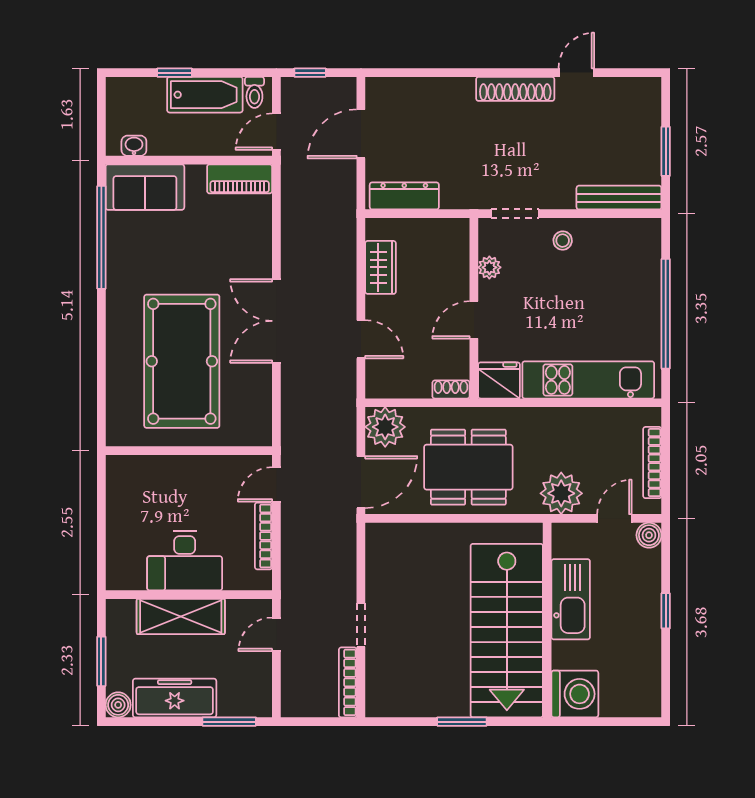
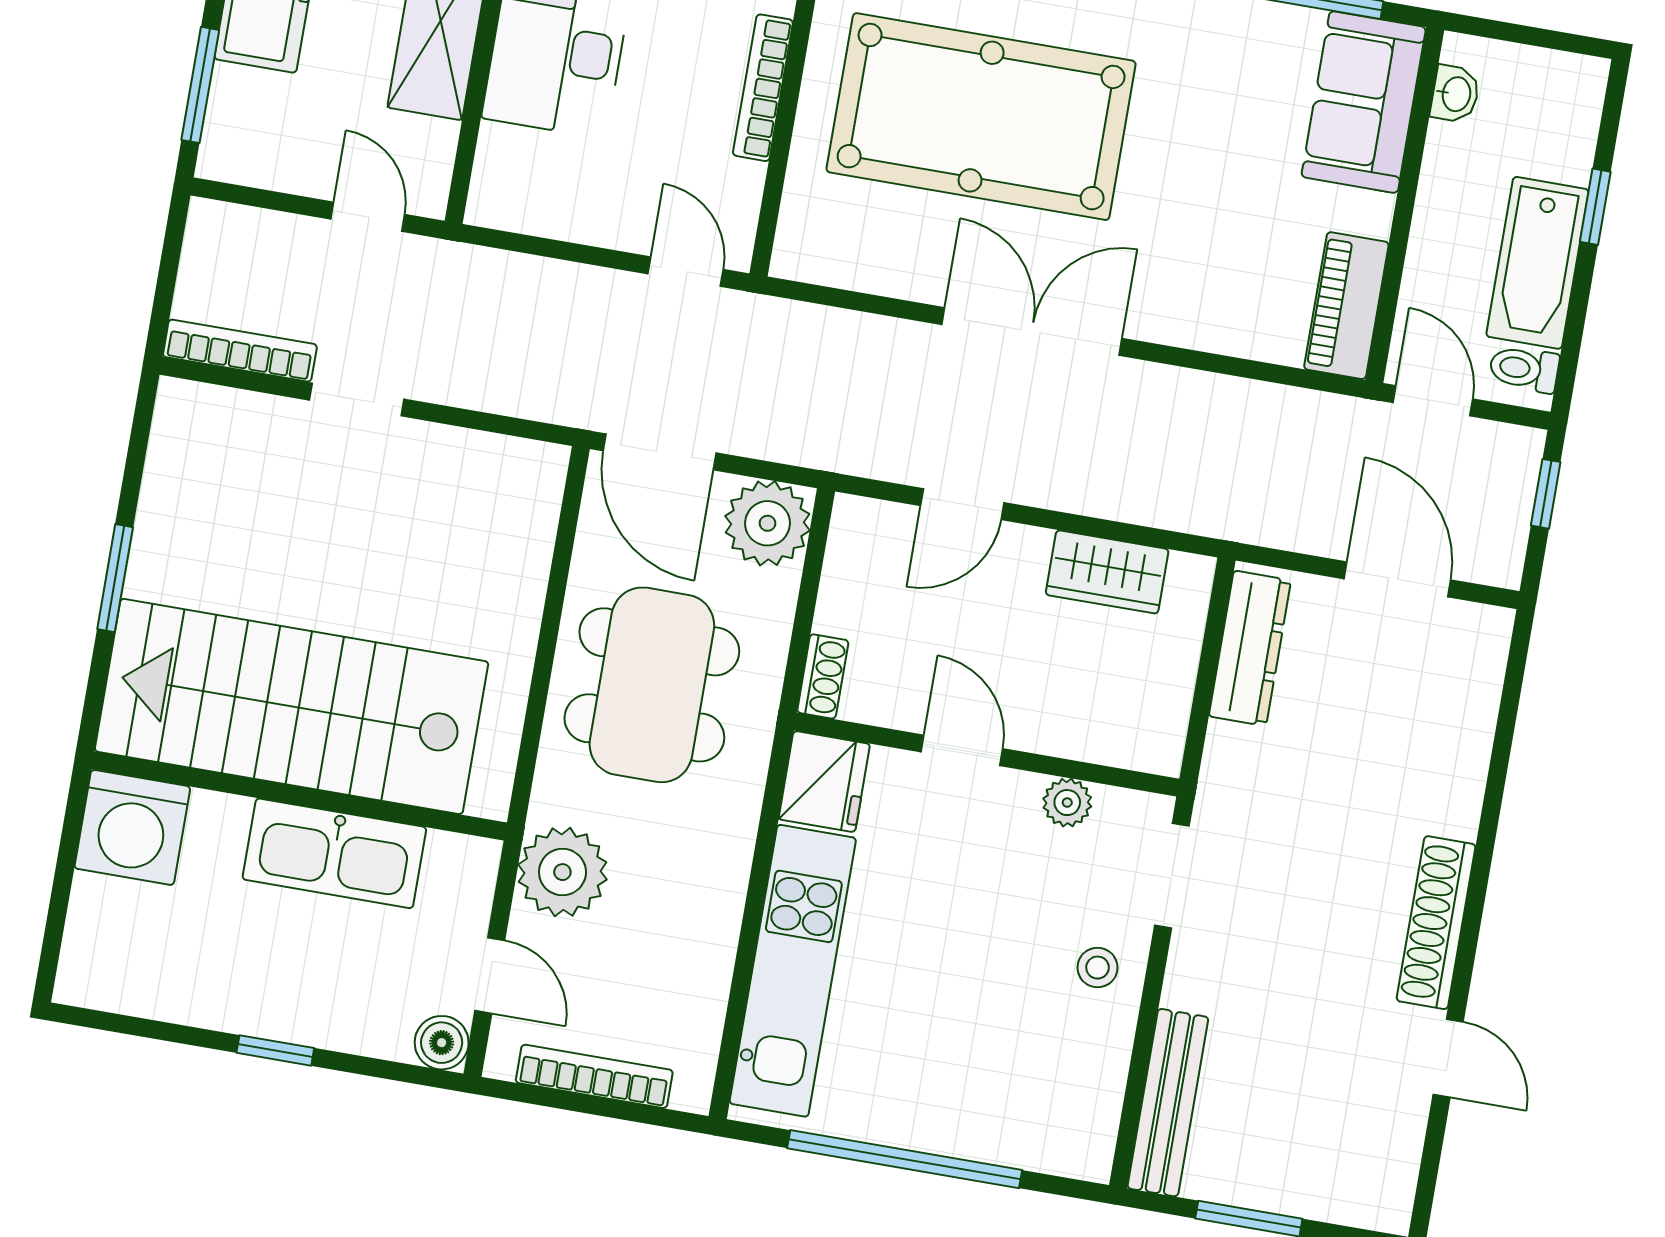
bookcase: (264, 536) -> (763, 88), moved, turned -90

